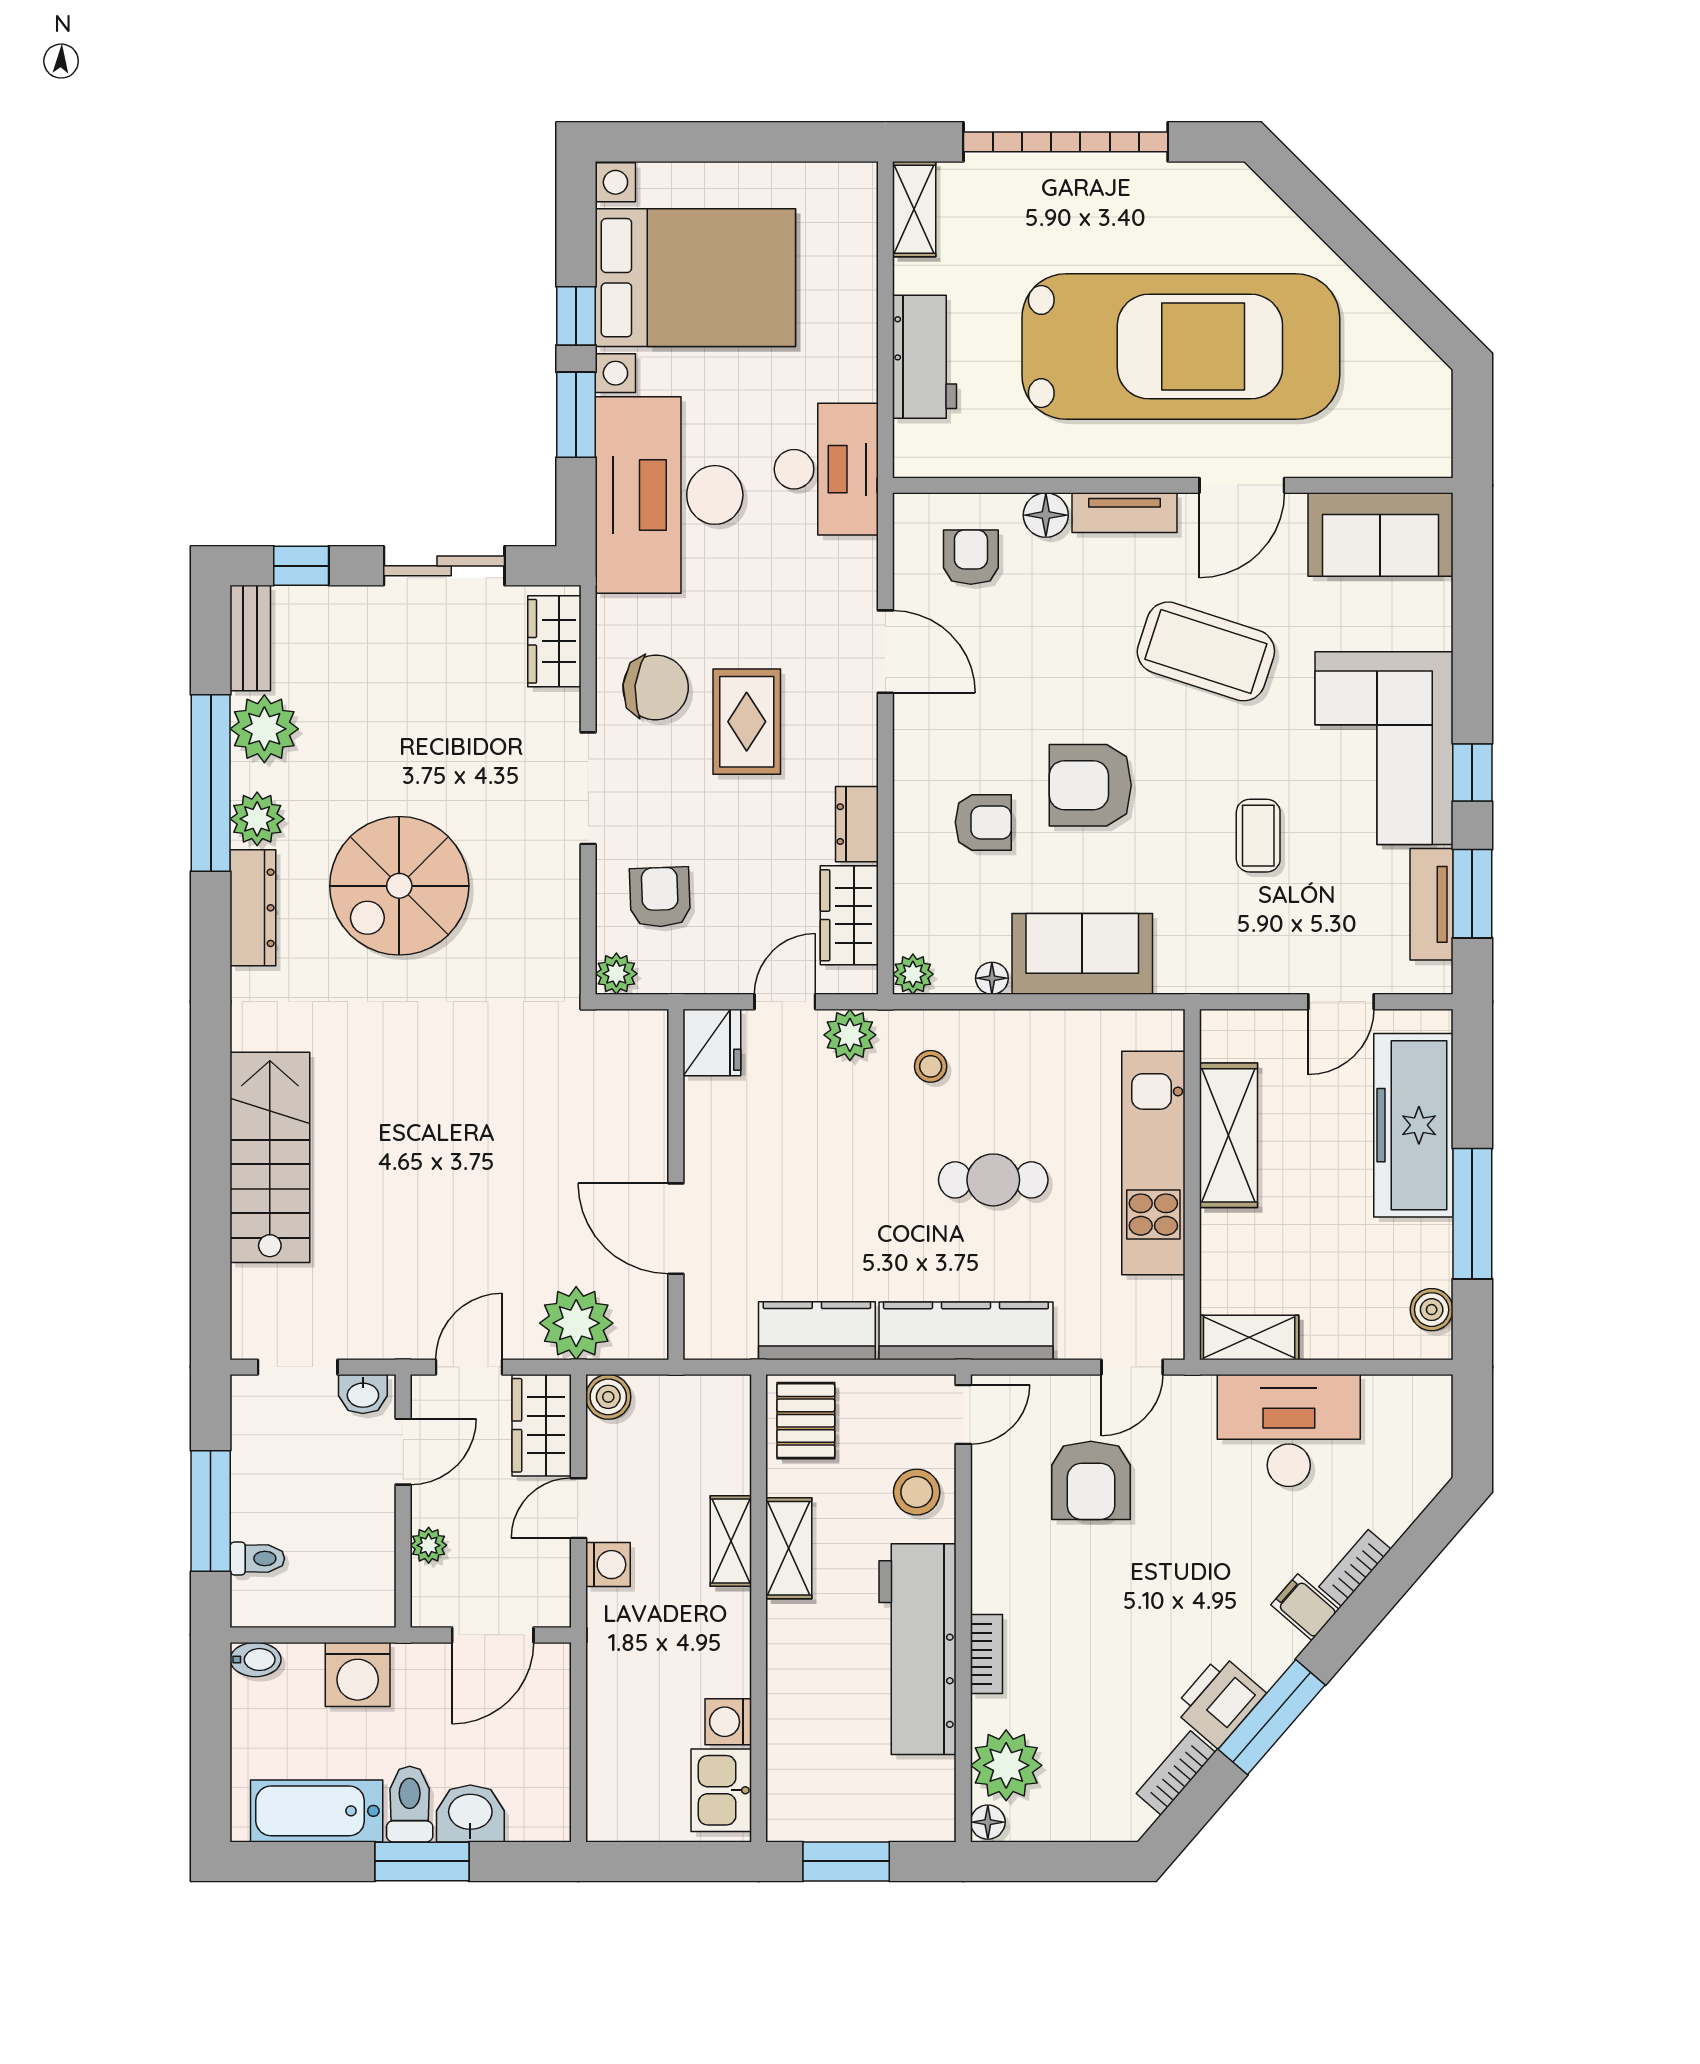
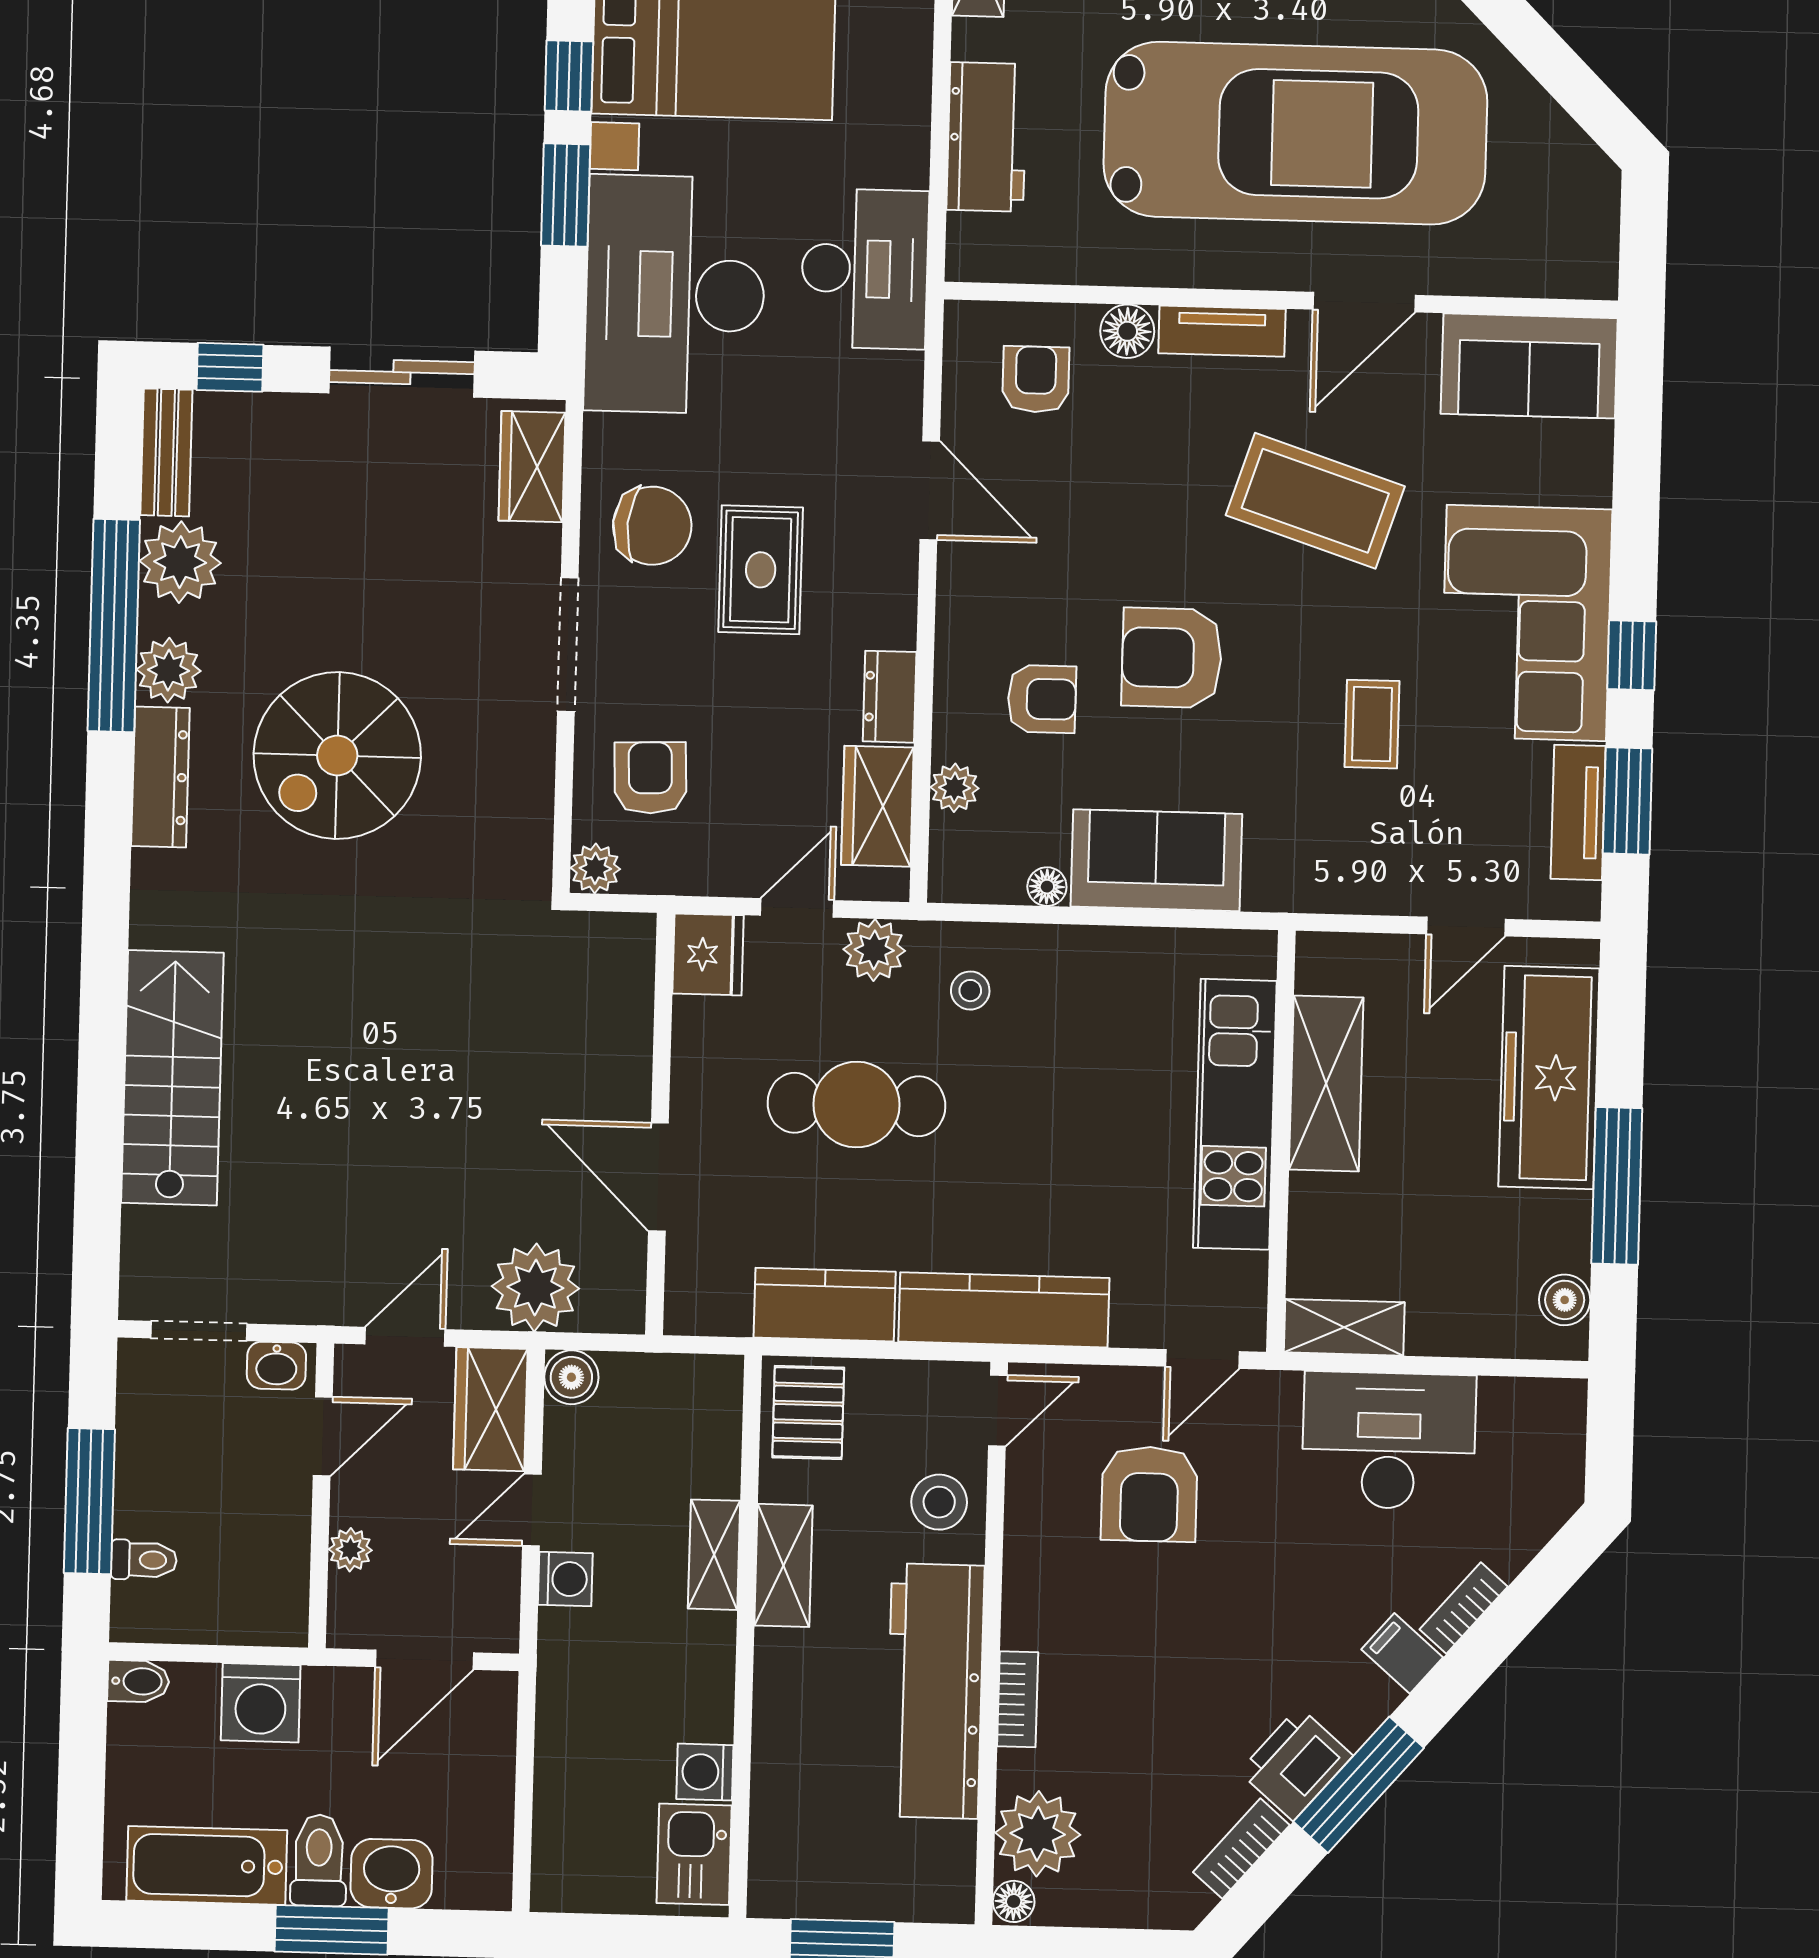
plant: (913, 974) -> (955, 788), moved
cafe table: (993, 1180) -> (856, 1105), moved, width x1.37, depth x1.35

